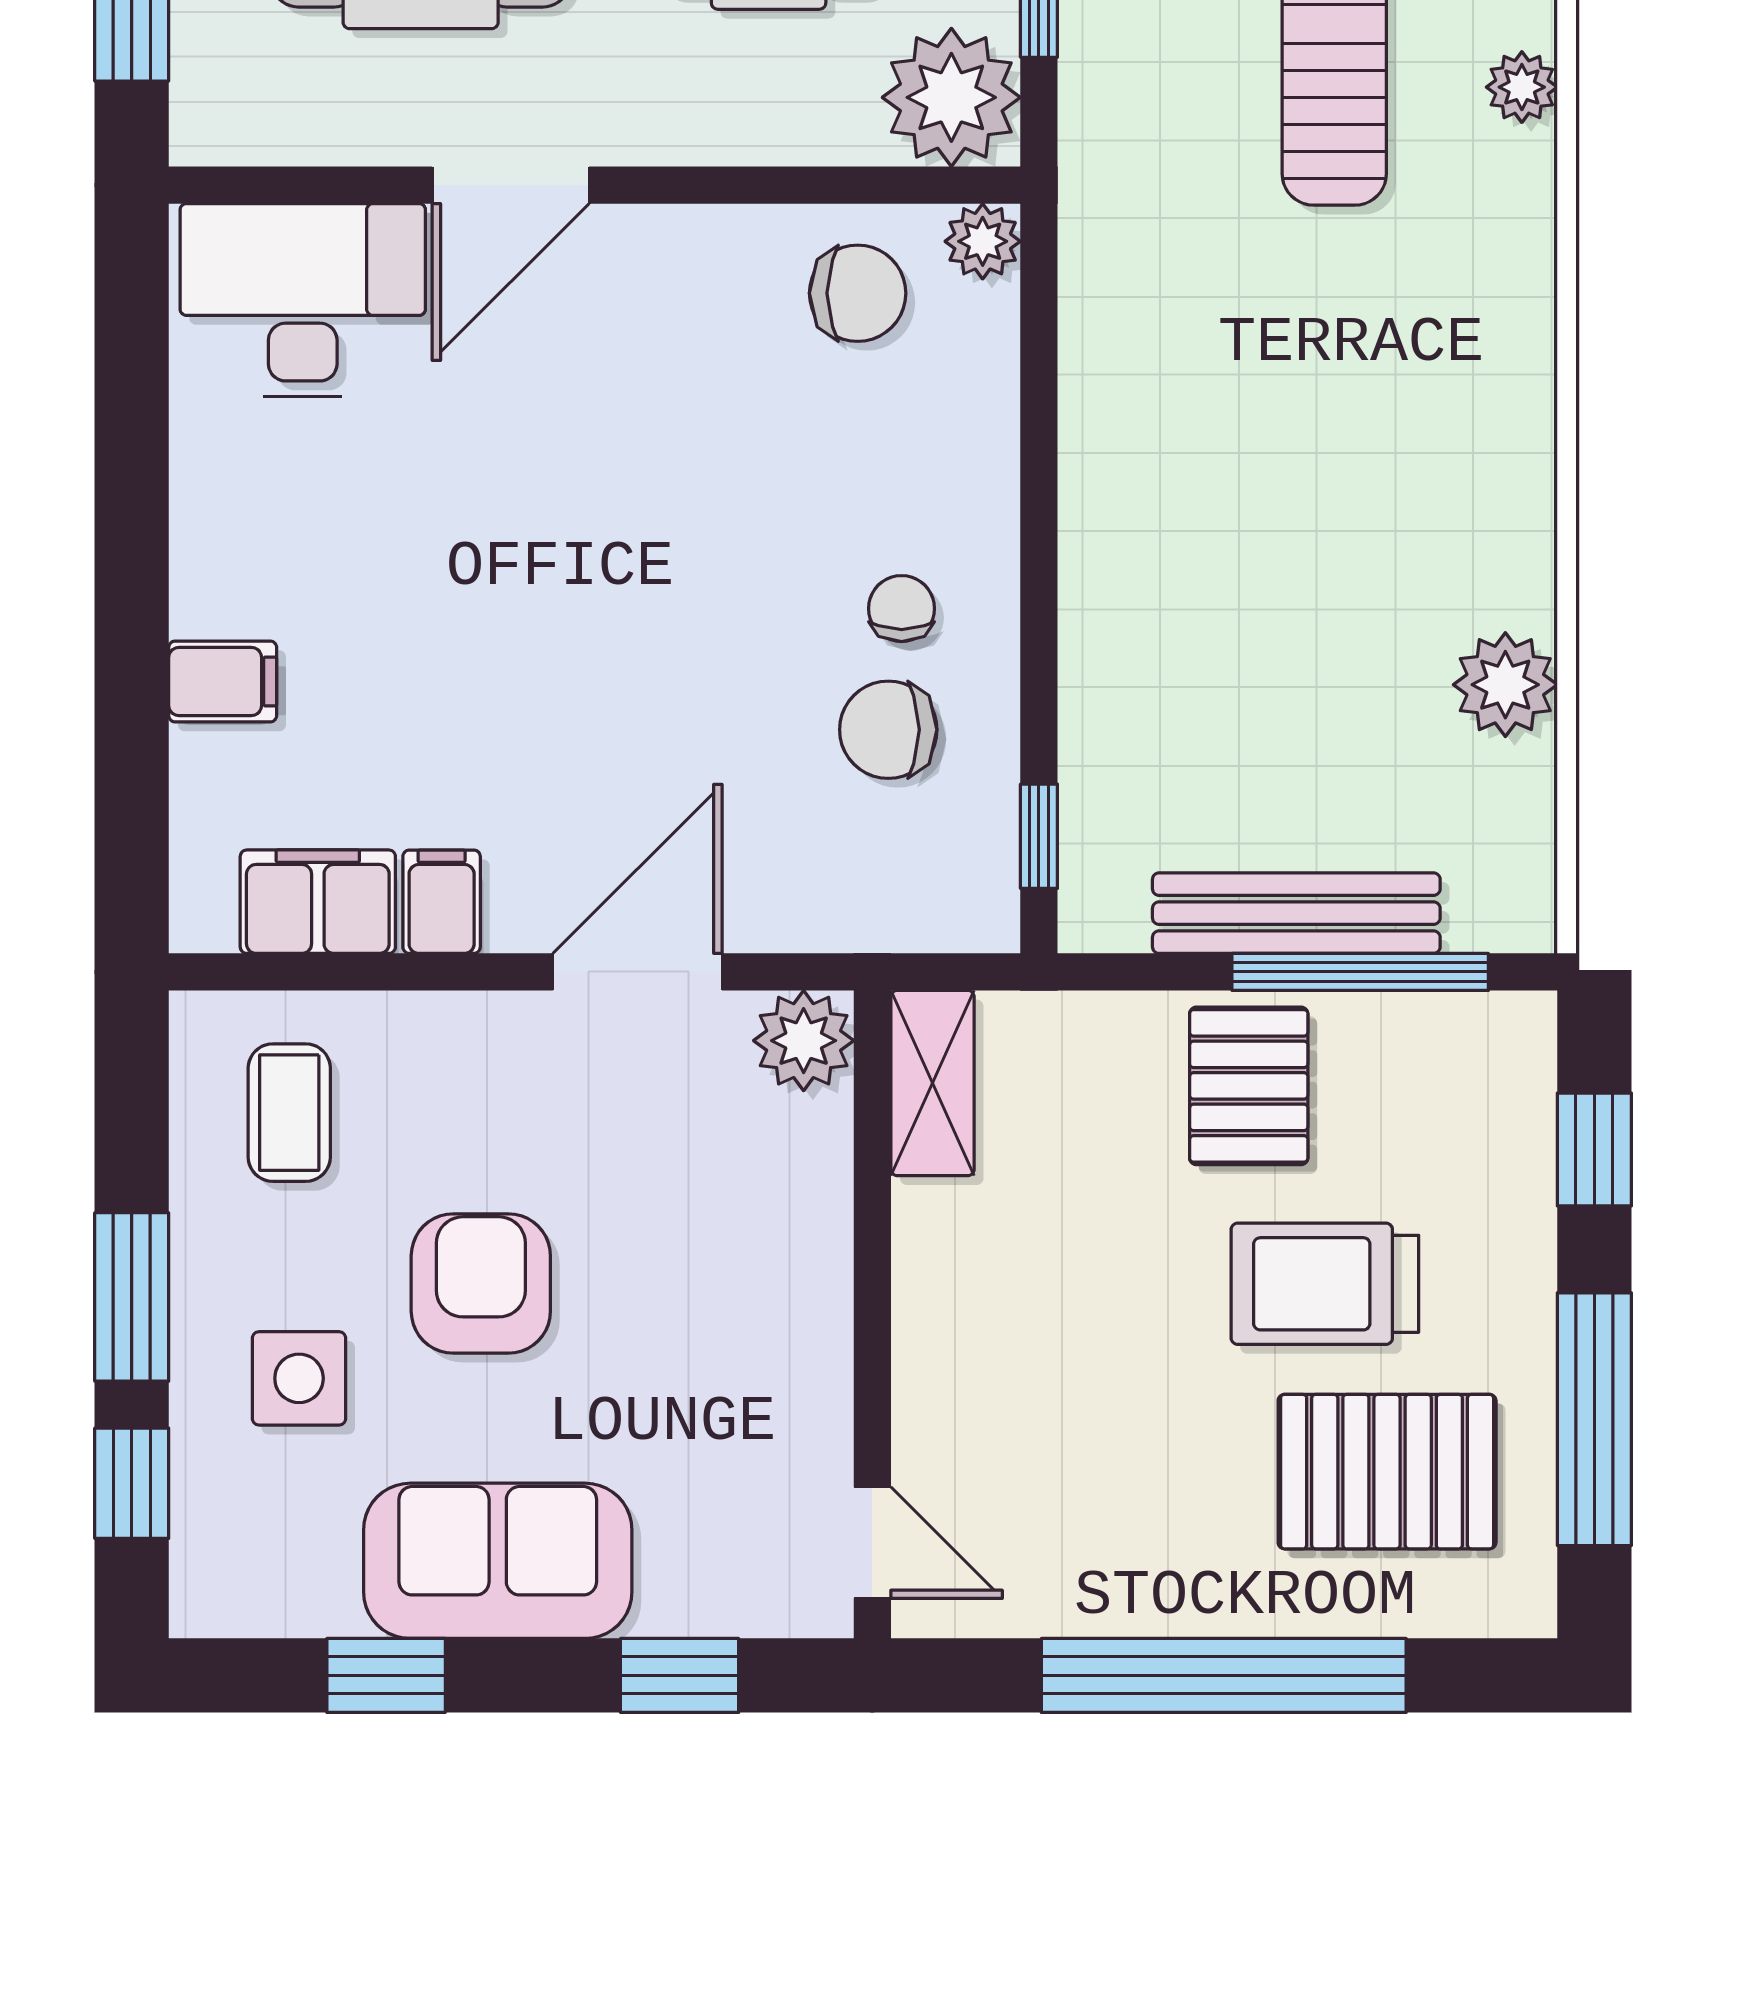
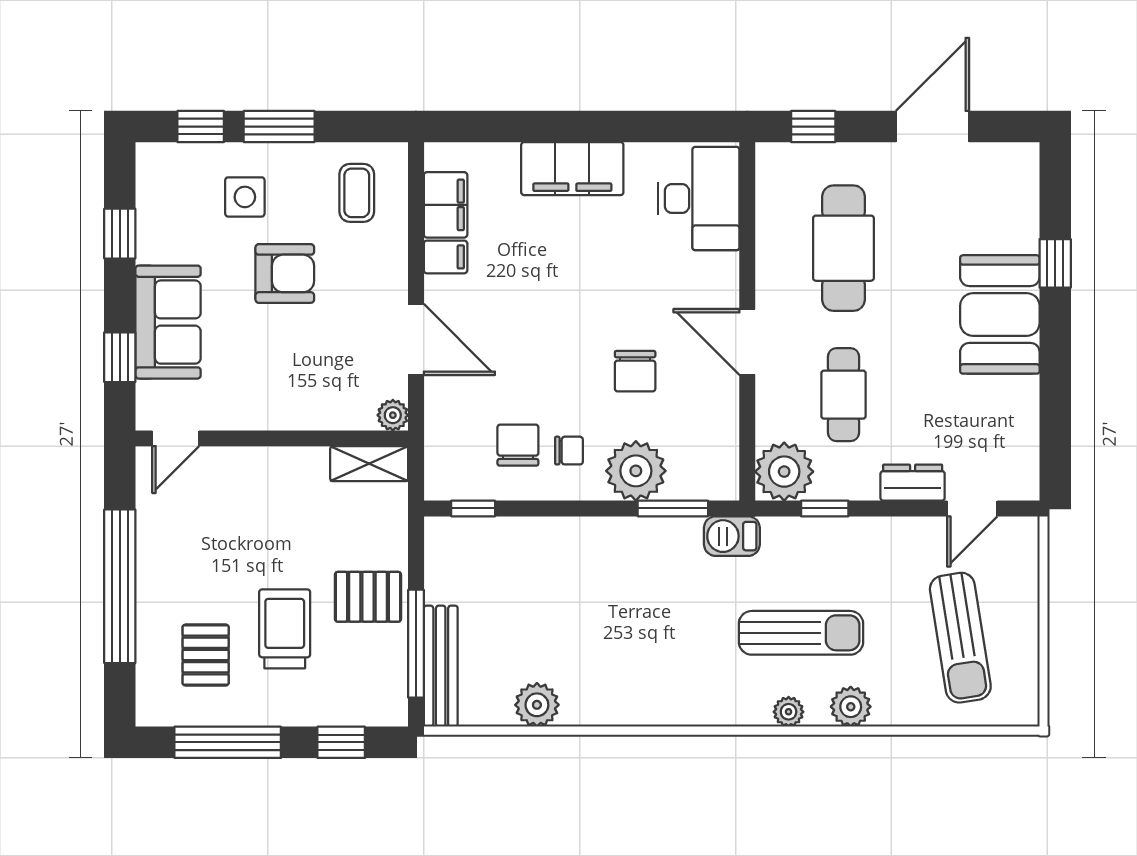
door: (511, 185) -> (747, 342), moved
barbecue: (1105, 222) -> (732, 536), added
plant: (983, 241) -> (636, 471), moved, width x1.87, depth x1.87
chair: (858, 293) -> (635, 371), moved
window: (1039, 362) -> (673, 508), added
filing cabinet: (223, 681) -> (572, 169), width x3.00, depth x1.17
bench: (1296, 913) -> (441, 666), moved
plant: (804, 1041) -> (393, 415), width x0.73, depth x0.73
coffee table: (289, 1113) -> (357, 193), turned 90
pallet: (1387, 1472) -> (206, 655), width x0.67, depth x0.71
sofa: (498, 1561) -> (168, 322), moved

